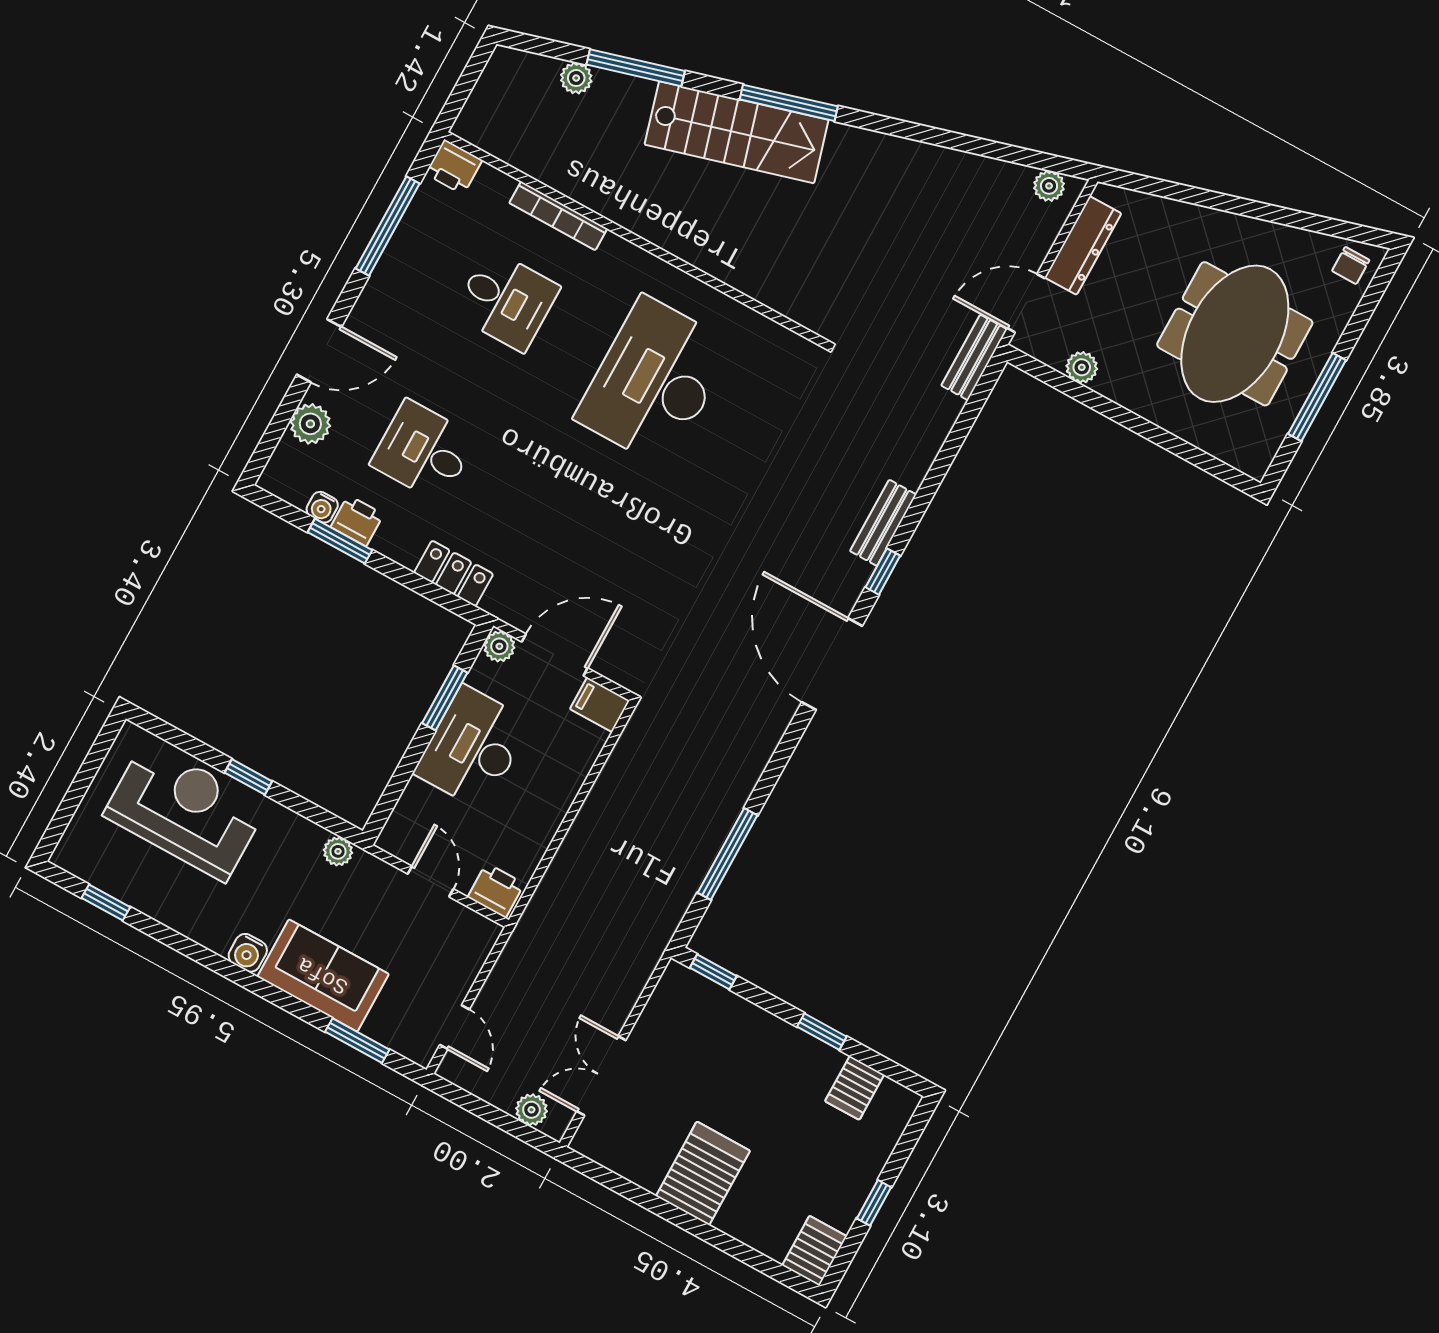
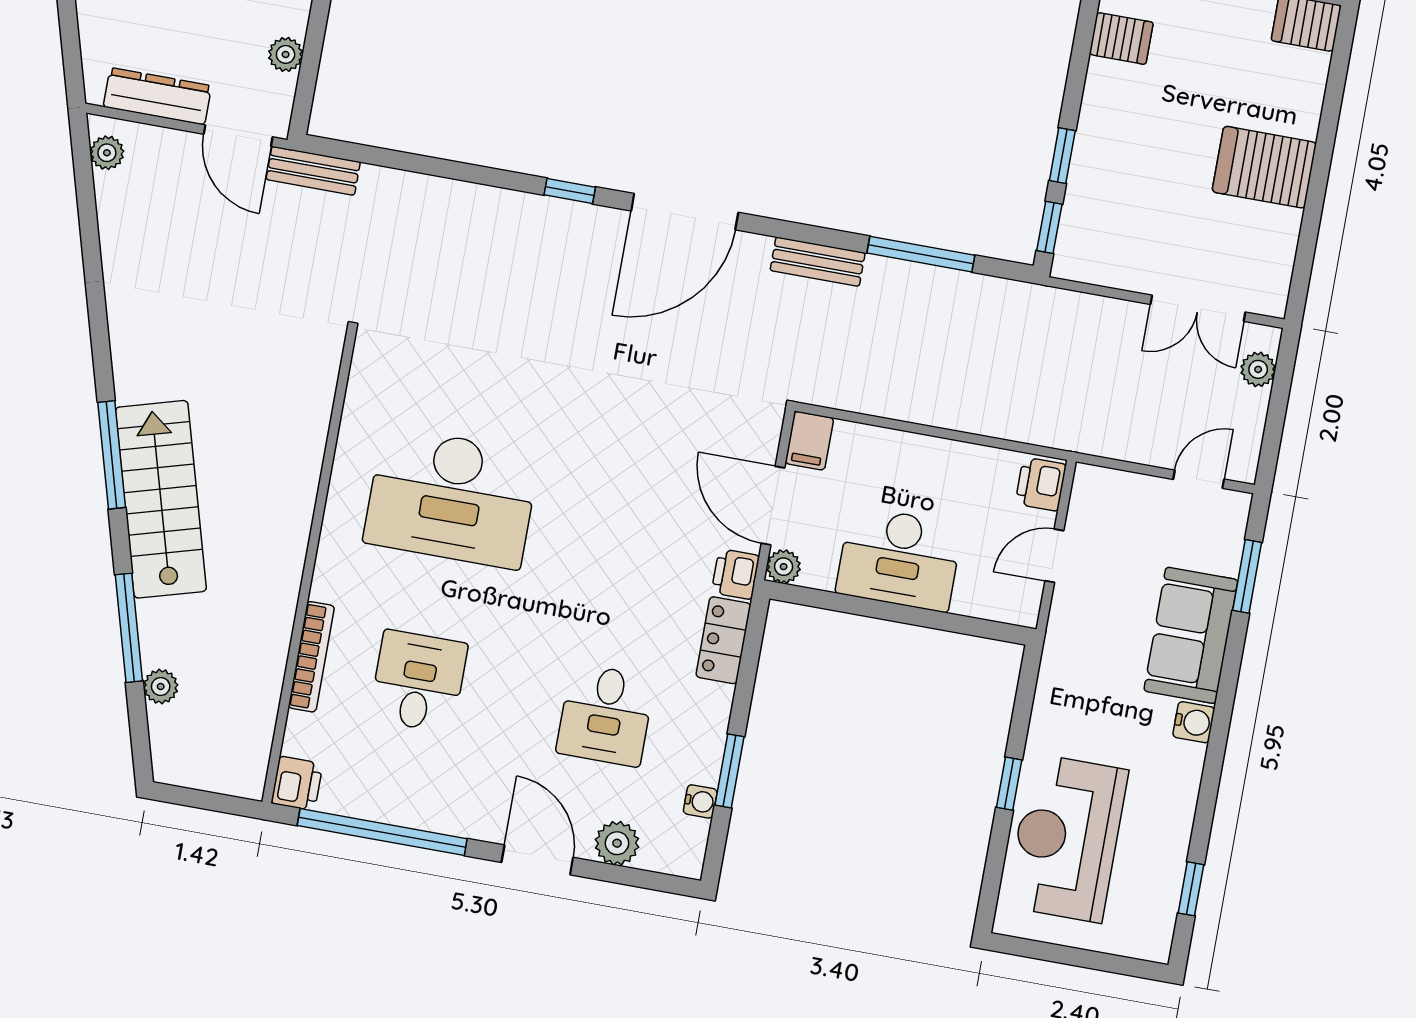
window: (388, 226) -> (382, 832), width x1.46
printer: (357, 521) -> (735, 574), moved
bench: (883, 523) -> (818, 262), moved
window: (445, 698) -> (857, 606), removed
plant: (338, 851) -> (1055, 663), removed
window: (822, 1032) -> (1062, 156), moved

